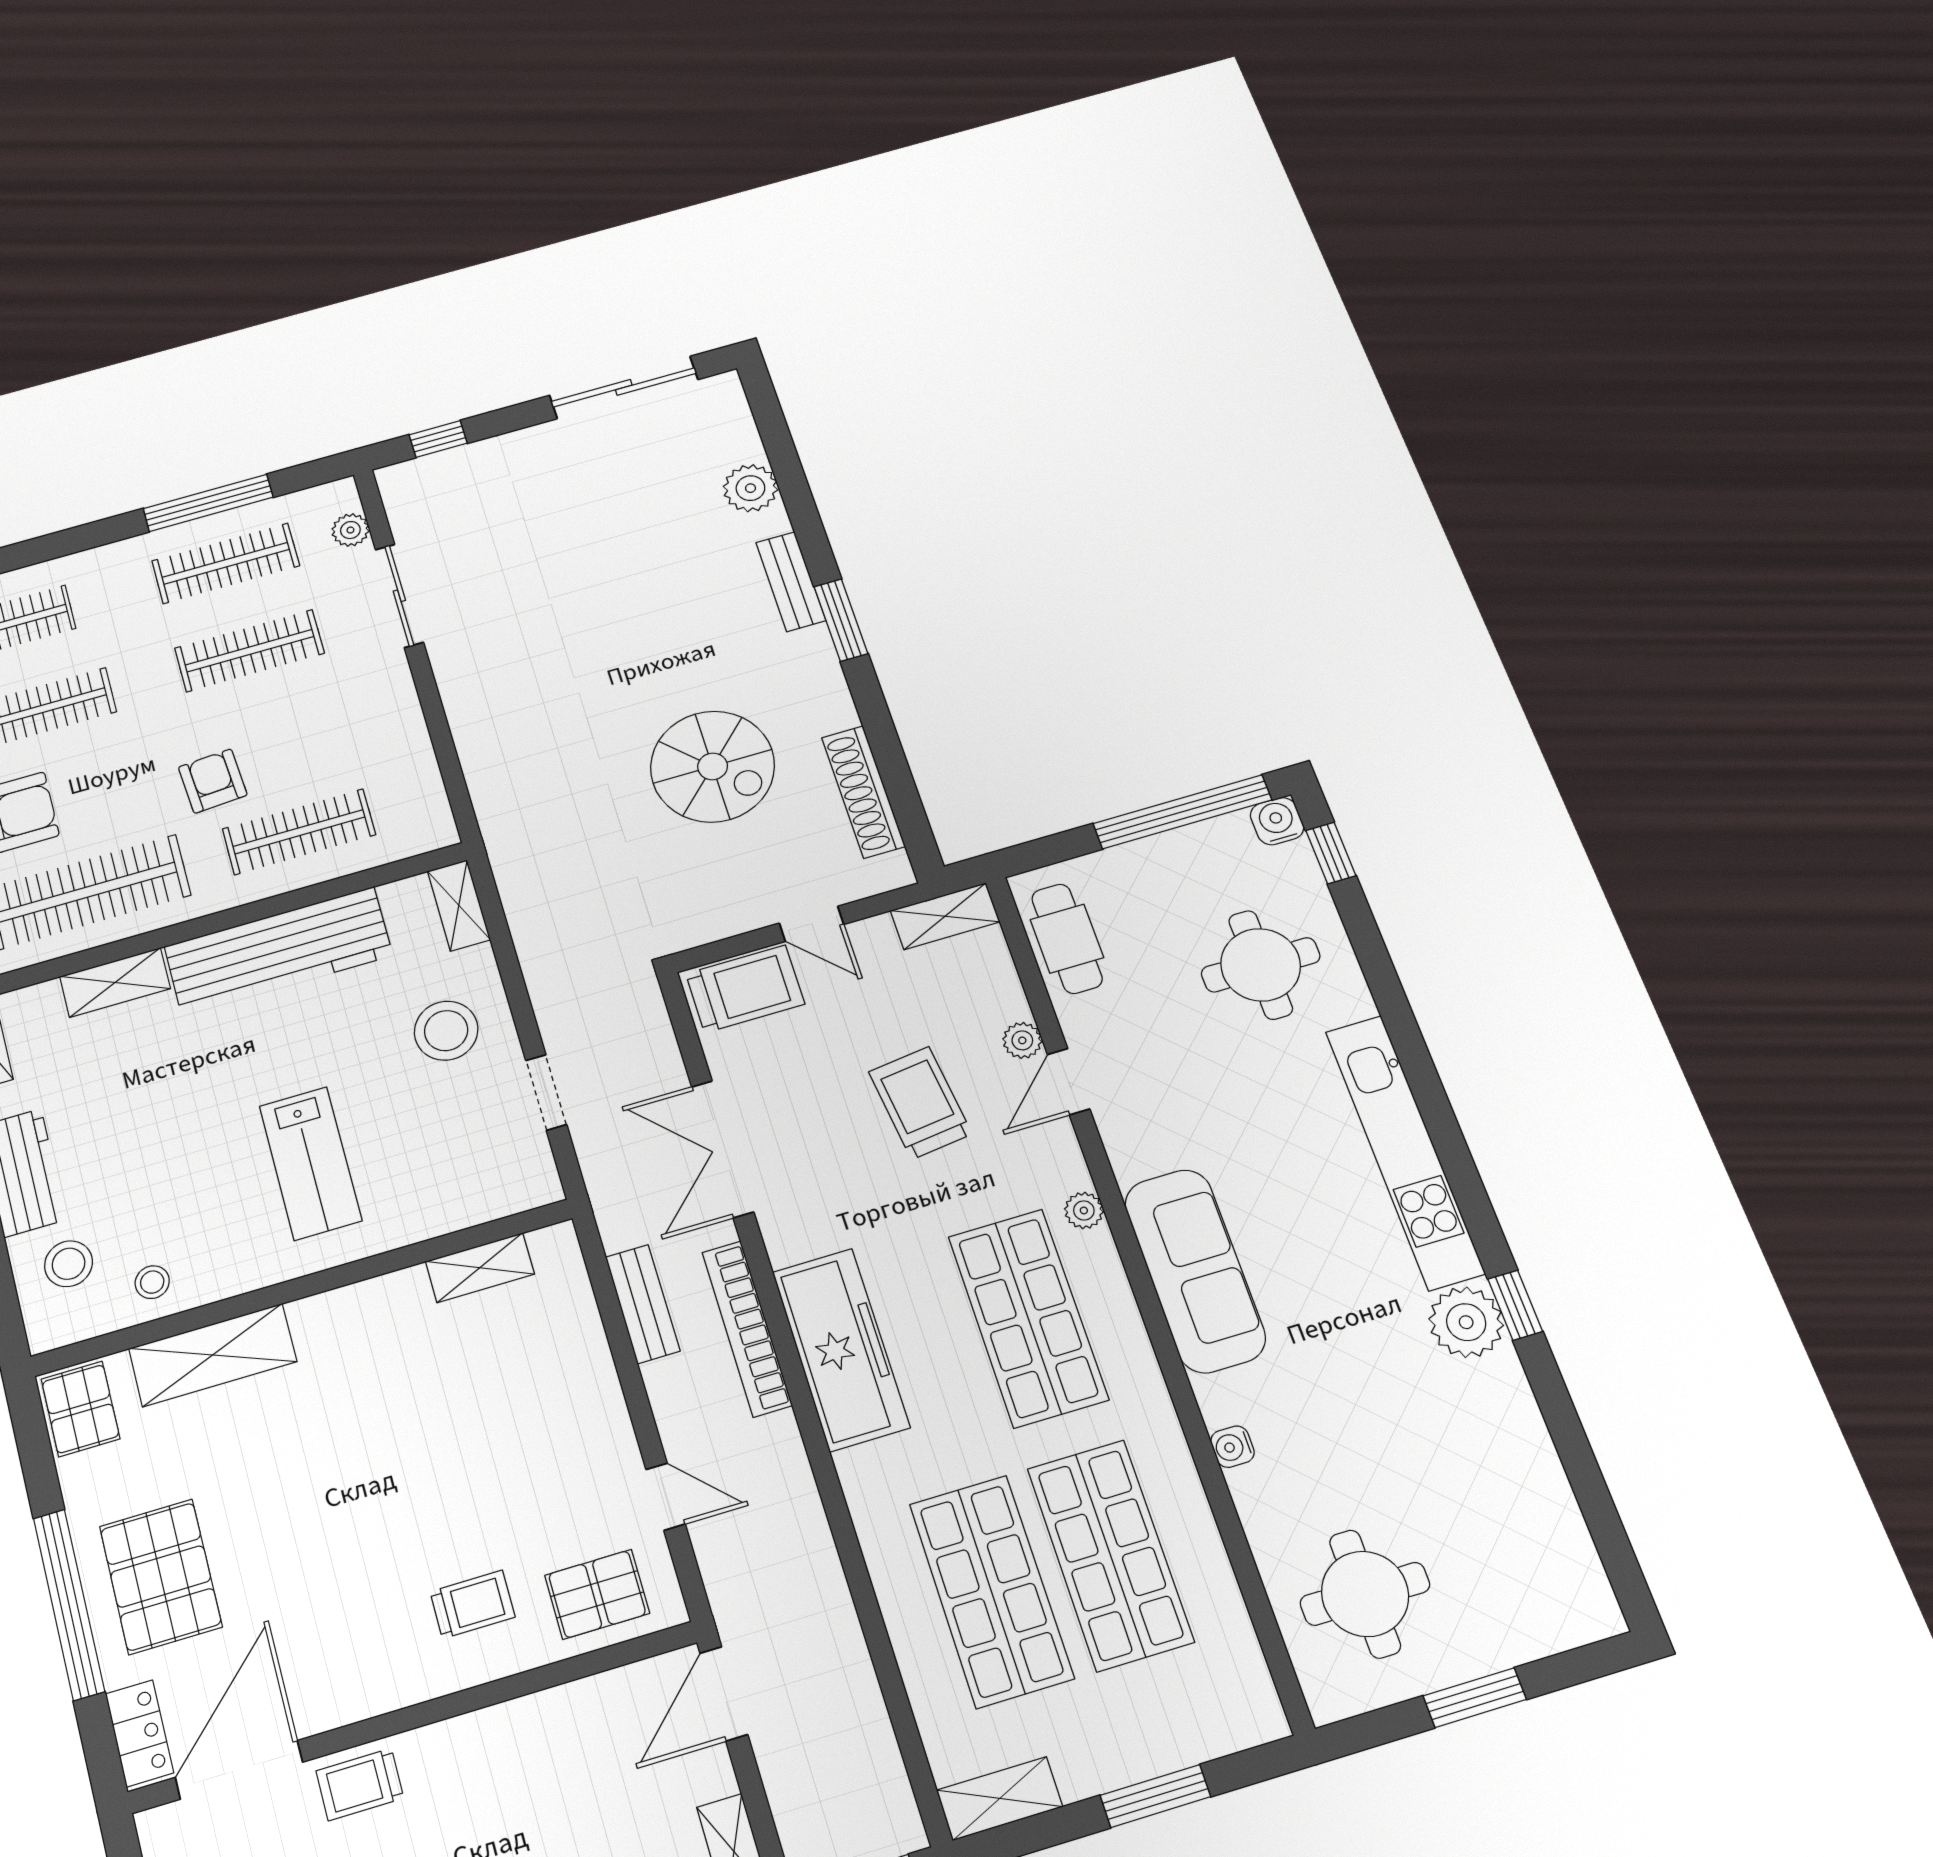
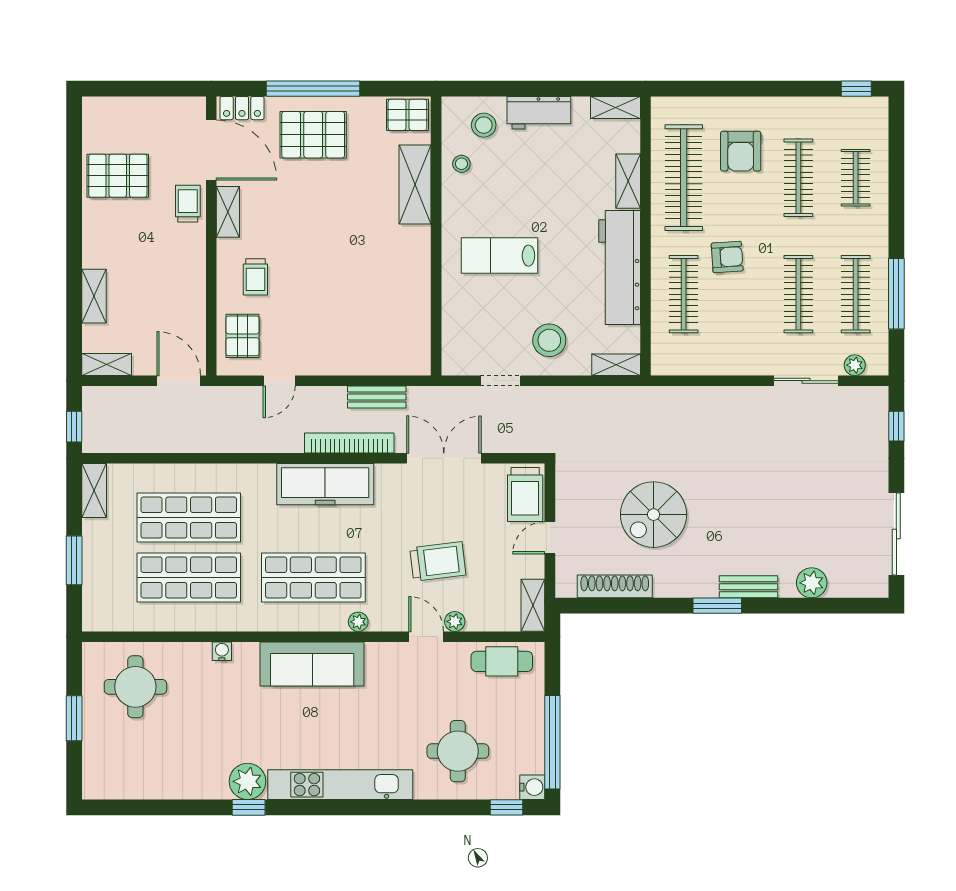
shelving: (480, 1268) -> (228, 212), moved

